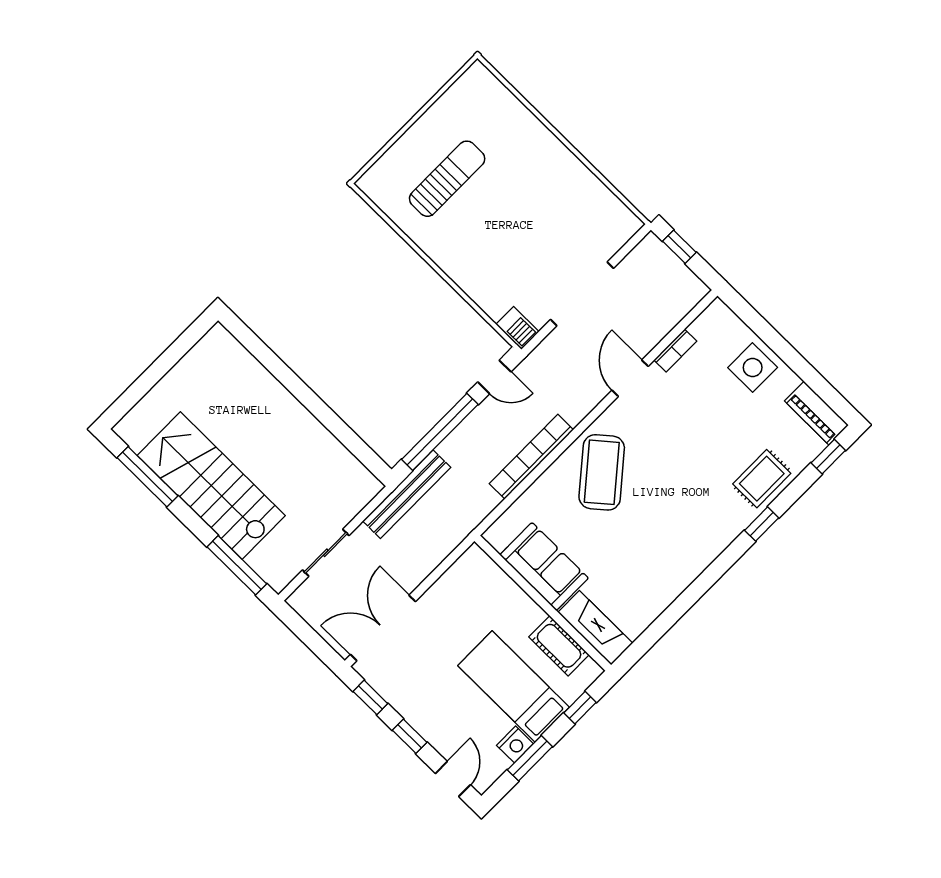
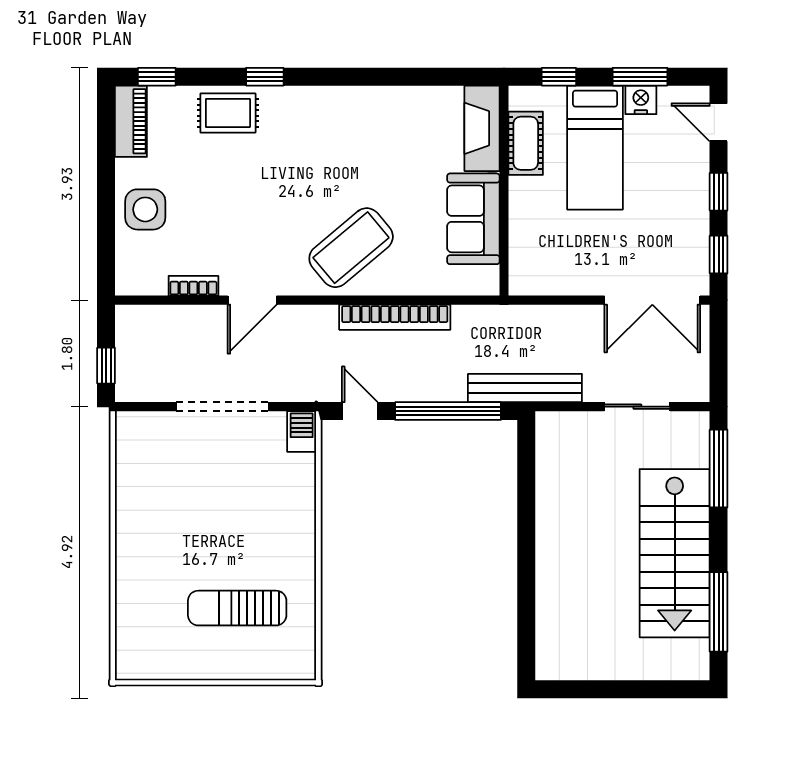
door: (453, 779) -> (719, 122), hinge flipped

